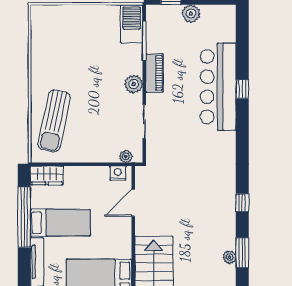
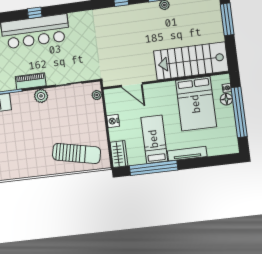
nightstand: (118, 173) -> (113, 121), moved

